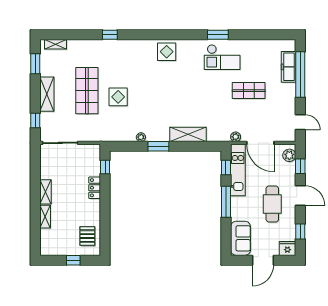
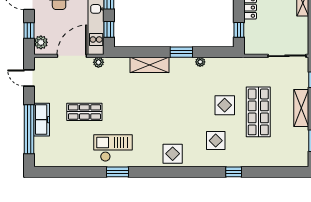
shelving: (56, 44) -> (292, 162), removed
display table: (127, 64) -> (216, 141), added
freezer: (288, 67) -> (42, 120), moved
door: (260, 143) -> (72, 56), hinge flipped

